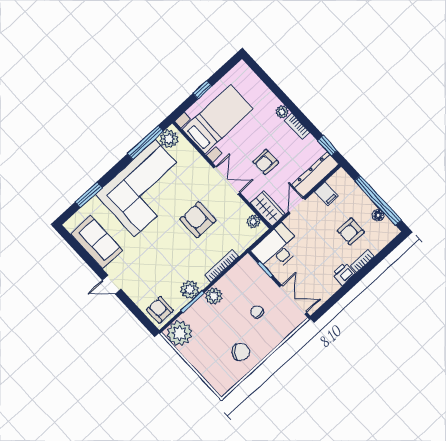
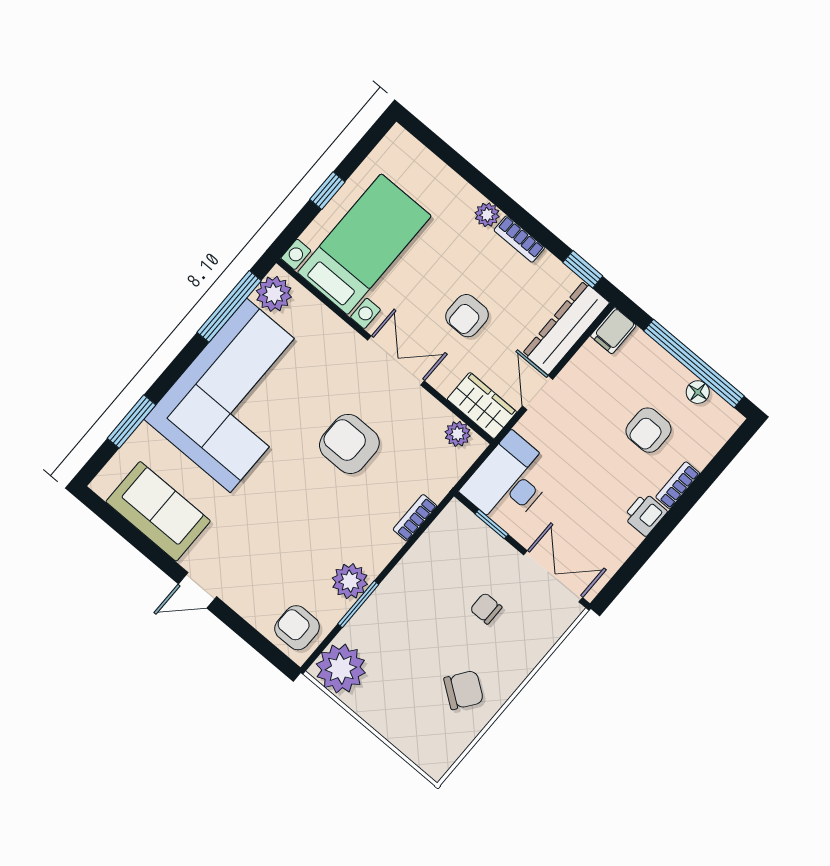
filing cabinet: (326, 194) -> (613, 331), moved, turned 90
bookcase: (222, 266) -> (415, 518), width x0.64
plant: (214, 296) -> (398, 588), removed

